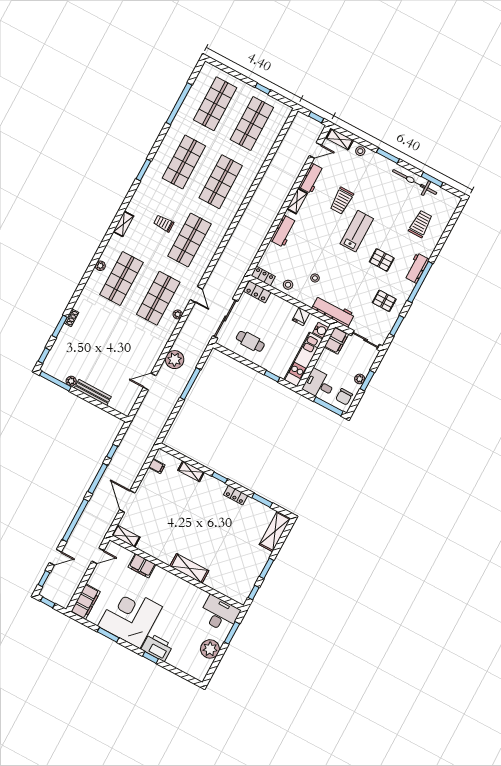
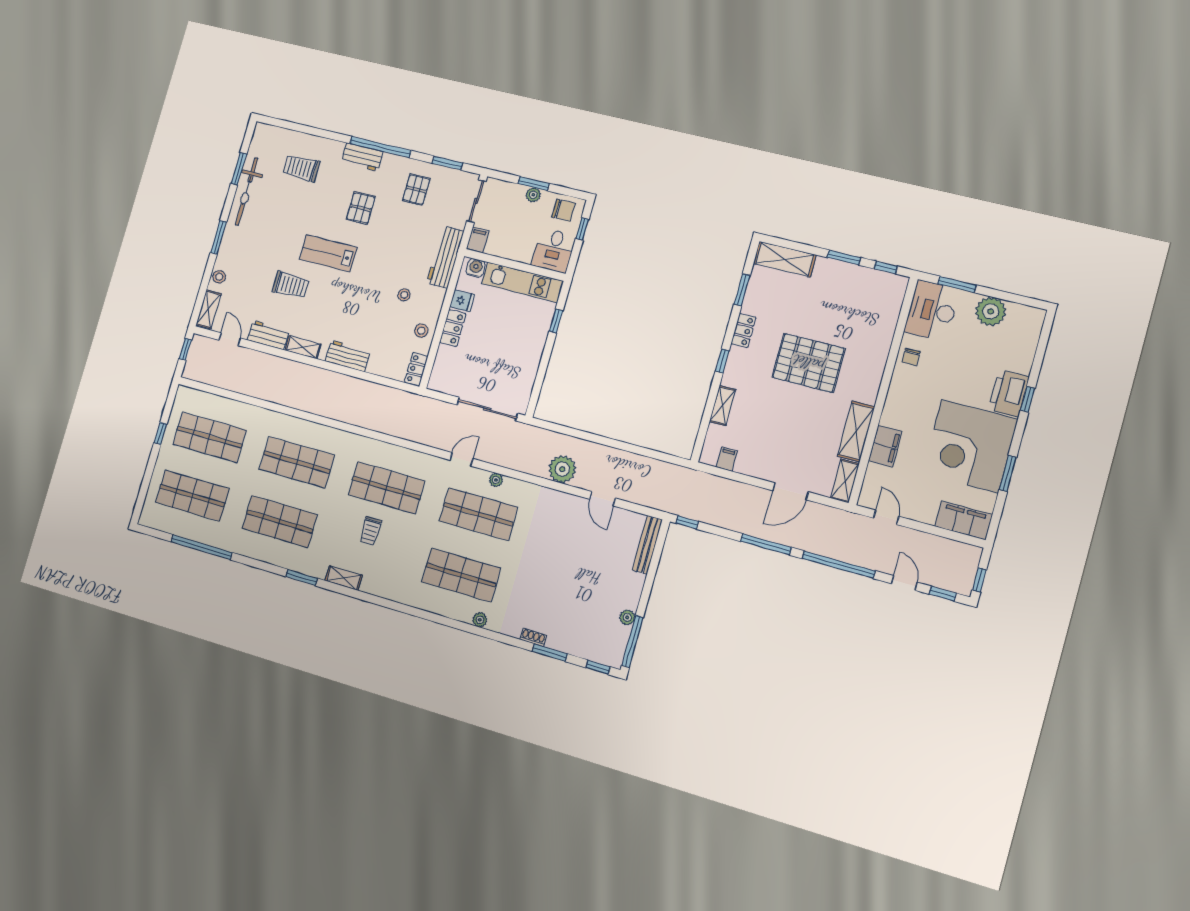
shelving: (123, 224) -> (344, 578), moved
plant: (100, 266) -> (480, 620), moved
locker: (257, 292) -> (453, 328), moved
filing cabinet: (336, 340) -> (478, 240), width x0.50
cafe table: (250, 341) -> (513, 365), removed
window: (190, 384) -> (593, 438), removed
bench: (93, 392) -> (647, 545), moved
window: (328, 406) -> (582, 229), width x0.46
window: (112, 452) -> (687, 522), moved
pallet: (205, 531) -> (808, 363), added
shelving: (189, 568) -> (856, 431), moved
chair: (194, 595) -> (911, 357), added

